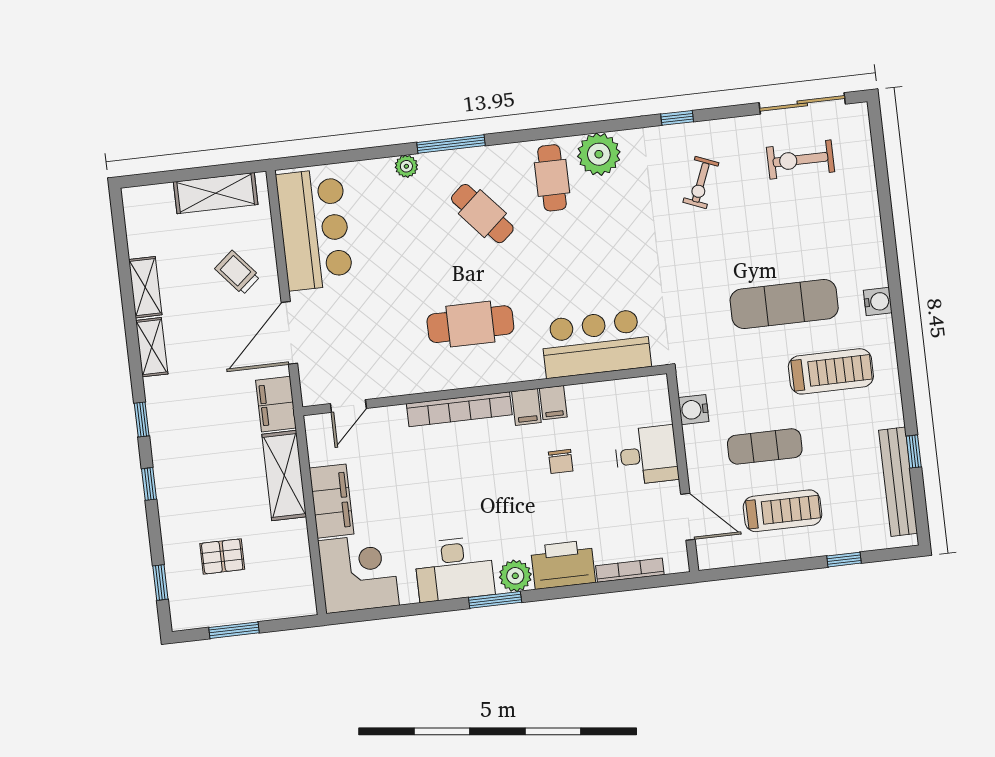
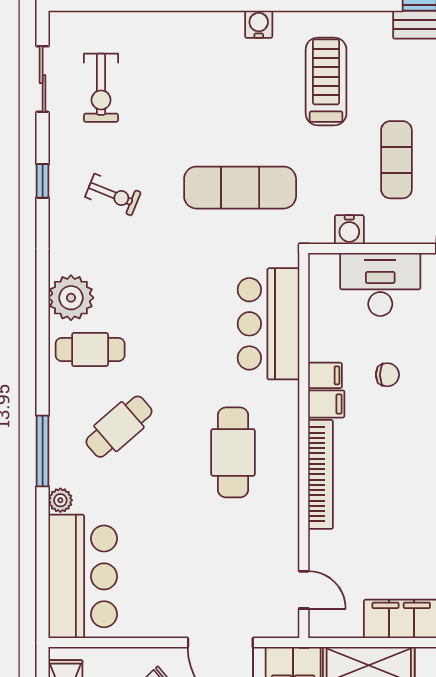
sliding door: (802, 103) -> (43, 79), width x0.73
window: (677, 118) -> (43, 181), moved
bar counter: (315, 229) -> (83, 576), moved, turned 90
exercise mat: (784, 304) -> (240, 188), moved, turned 90
desk: (646, 455) -> (380, 284), width x1.37

